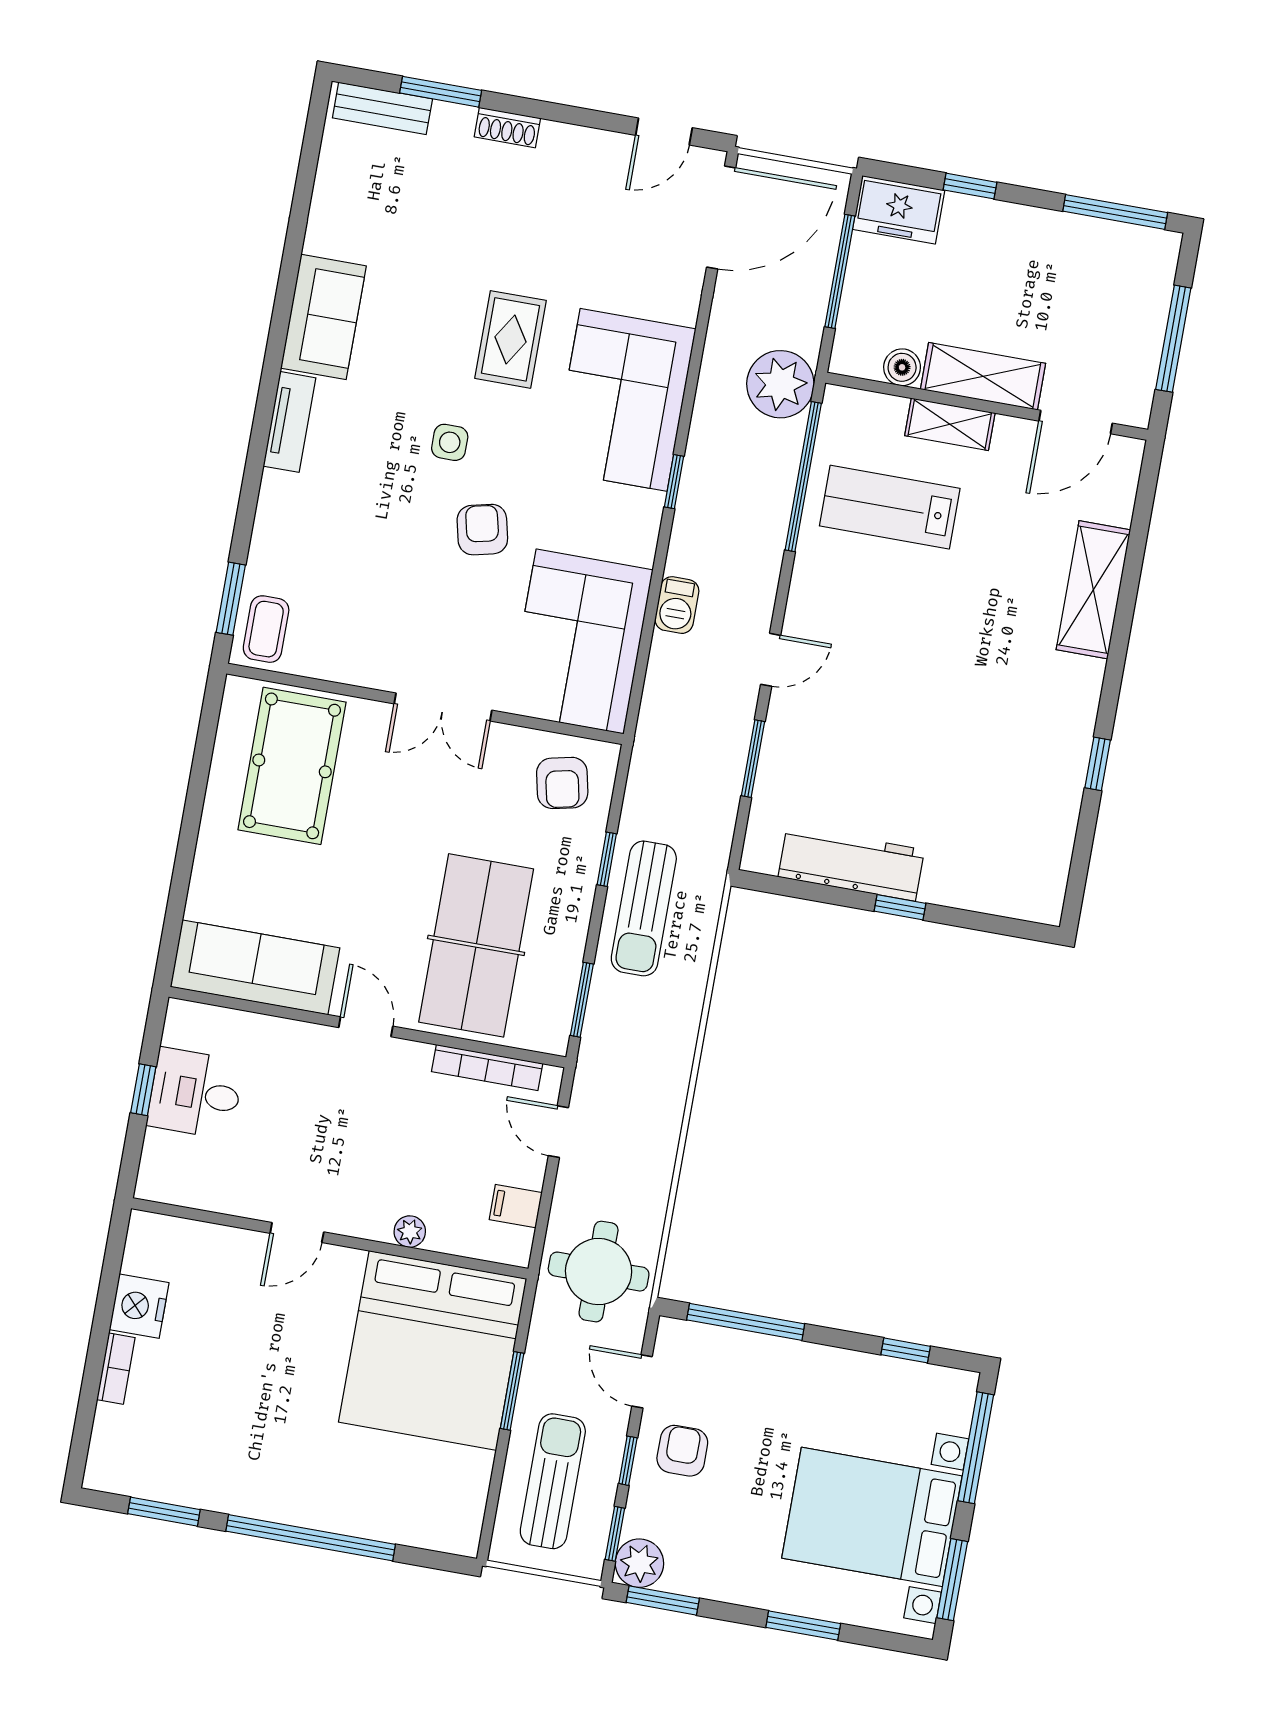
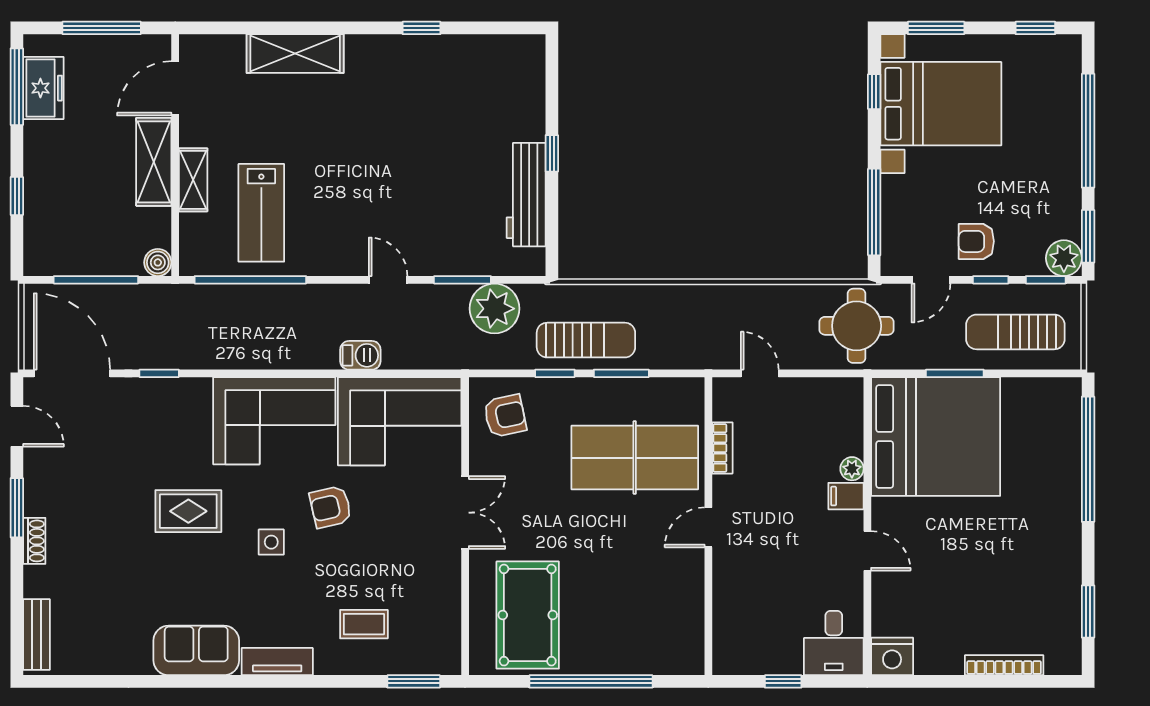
window: (441, 92) -> (17, 508), moved
freezer: (899, 210) -> (43, 88), moved
boiler: (902, 367) -> (158, 262), moved
plant: (780, 384) -> (494, 309), moved
corner sofa: (624, 400) -> (274, 421), moved
door: (1076, 422) -> (175, 88), swing flipped
window: (674, 482) -> (159, 373), moved
coffee table: (266, 629) -> (364, 624), moved
pool table: (292, 766) -> (528, 615), turned 90
window: (189, 834) -> (591, 681), added
sofa: (255, 967) -> (679, 616), removed
window: (582, 1000) -> (621, 373), moved
bookcase: (487, 1068) -> (722, 448), width x0.64
desk: (195, 1093) -> (834, 643), moved
door: (558, 1132) -> (760, 373), swing flipped
filing cabinet: (516, 1206) -> (846, 496), moved, turned 90
nightstand: (139, 1306) -> (892, 656), moved
bookcase: (116, 1369) -> (1004, 665), width x1.56
window: (976, 1448) -> (936, 28), width x0.69
bed with nightstands: (872, 1517) -> (941, 104), moved, turned -90
window: (311, 1538) -> (1088, 459), moved
window: (952, 1580) -> (1035, 28), width x0.67
window: (803, 1625) -> (1088, 131), width x2.11

